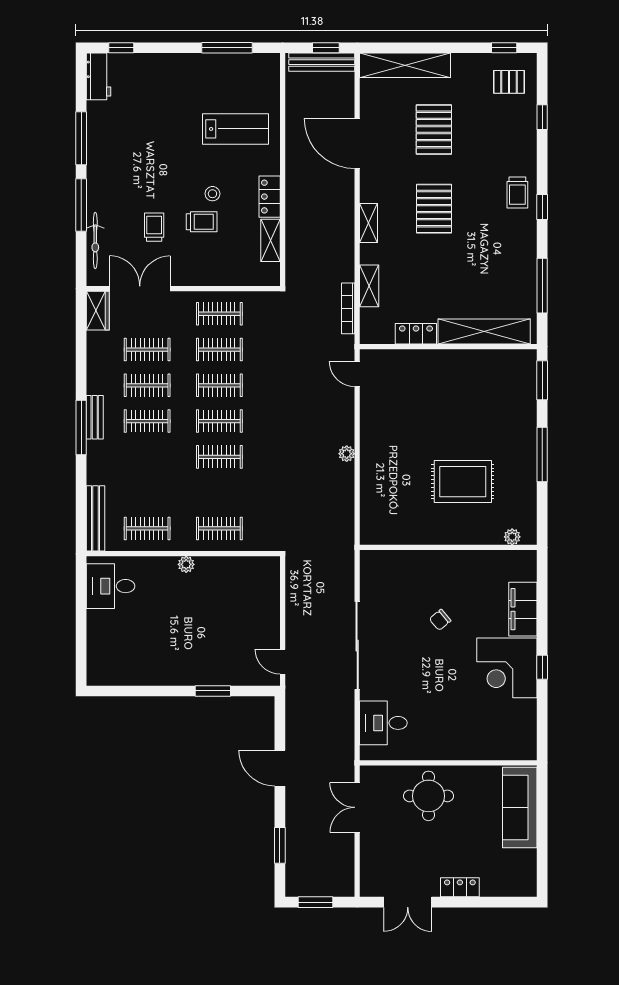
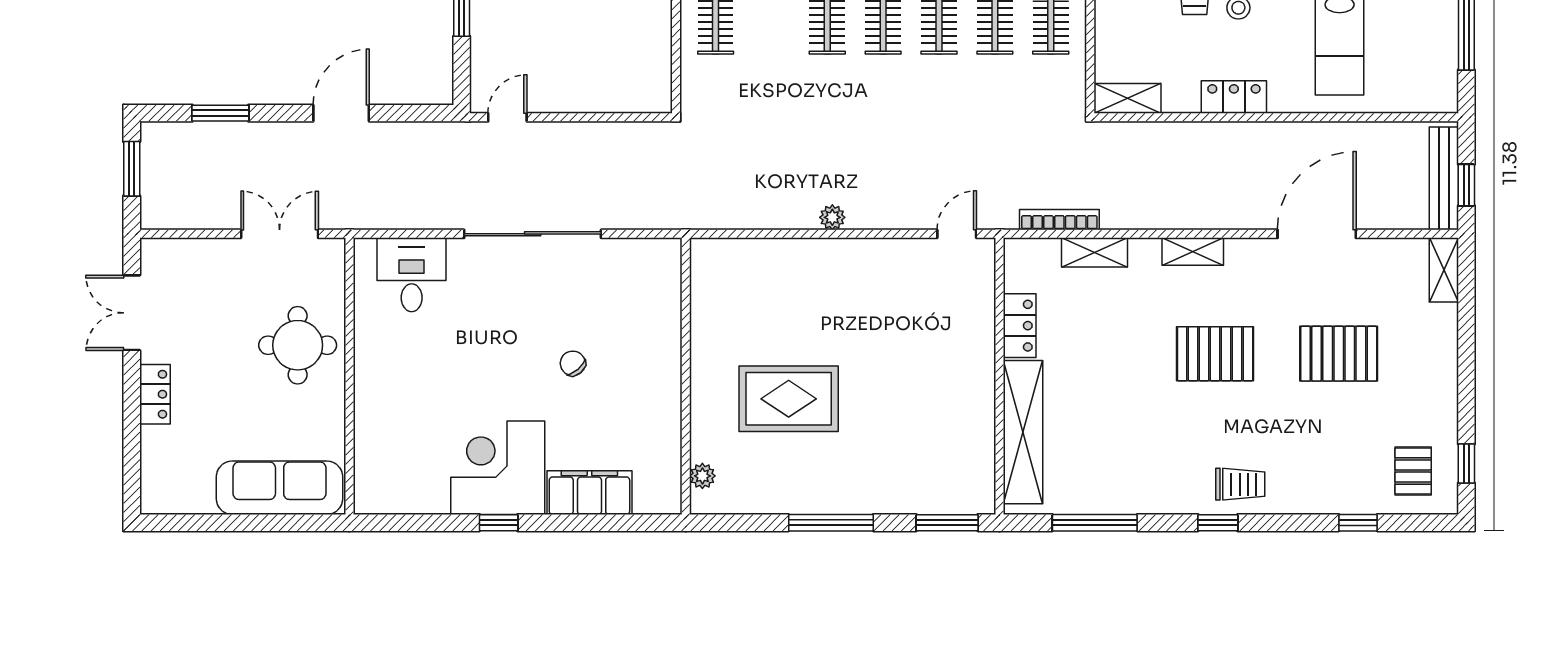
shelving: (405, 65) -> (1444, 270), width x0.45, depth x0.75
trolley: (517, 192) -> (1240, 484), turned 180
shelving: (271, 240) -> (1127, 98), moved
rug: (463, 482) -> (789, 399), turned 90

